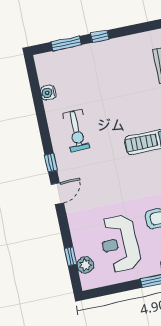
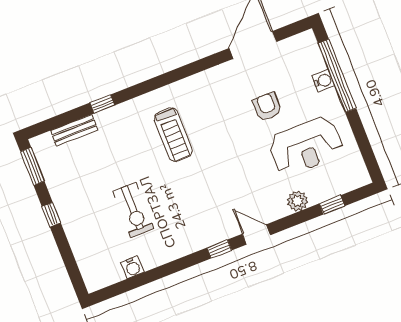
window: (66, 43) -> (32, 166), moved
exercise bike: (76, 131) -> (133, 210), moved, turned 90
plant: (85, 265) -> (298, 201), moved

